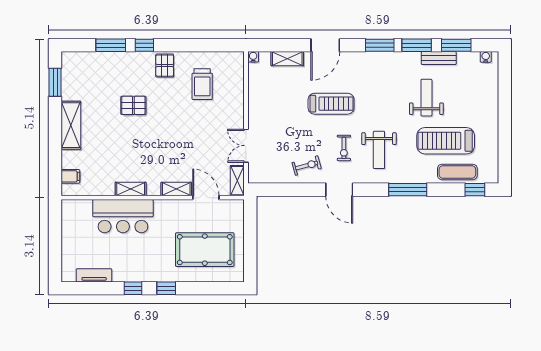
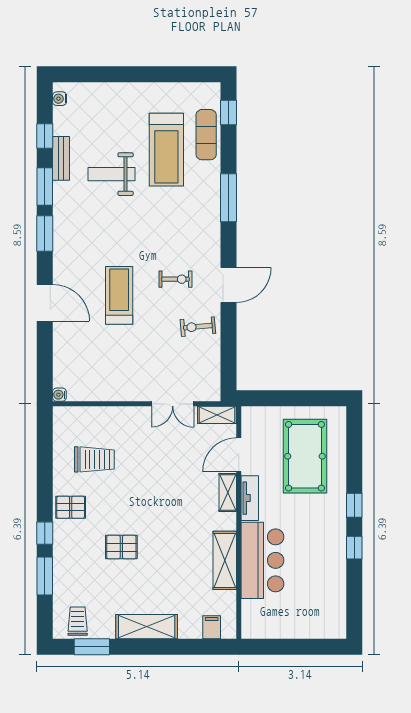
window: (456, 45) -> (45, 136), width x0.67
shelving: (287, 59) -> (62, 351), removed
trolley: (75, 71) -> (78, 621), added
pallet: (133, 105) -> (121, 547), turned 90
weight bench: (379, 150) -> (178, 234), removed
exercise bike: (307, 166) -> (198, 327), turned -80
shelving: (131, 189) -> (225, 560), width x1.50, depth x1.33
tv unit: (94, 275) -> (250, 498), moved, turned 180

